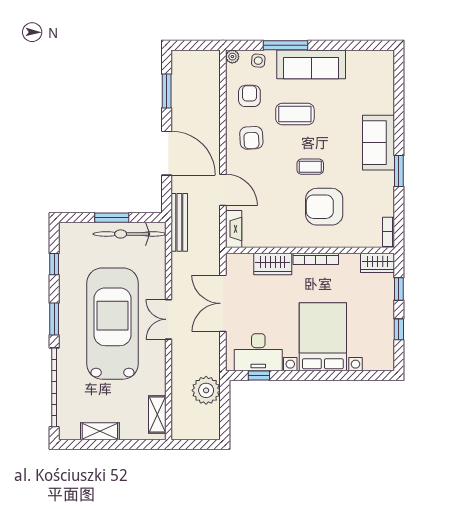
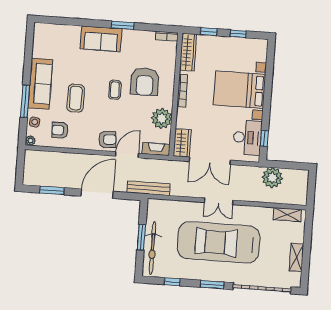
armchair: (251, 138) -> (107, 140), moved
plant: (276, 233) -> (162, 118), added
bicycle: (129, 234) -> (153, 248), moved
wardrobe: (377, 263) -> (188, 52), width x1.50
wardrobe: (273, 264) -> (182, 143), moved

